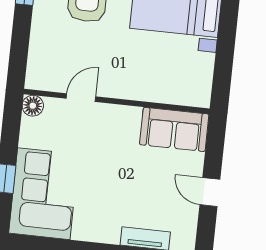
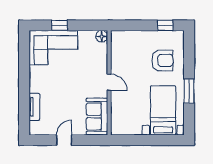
door: (81, 98) -> (109, 82), moved

